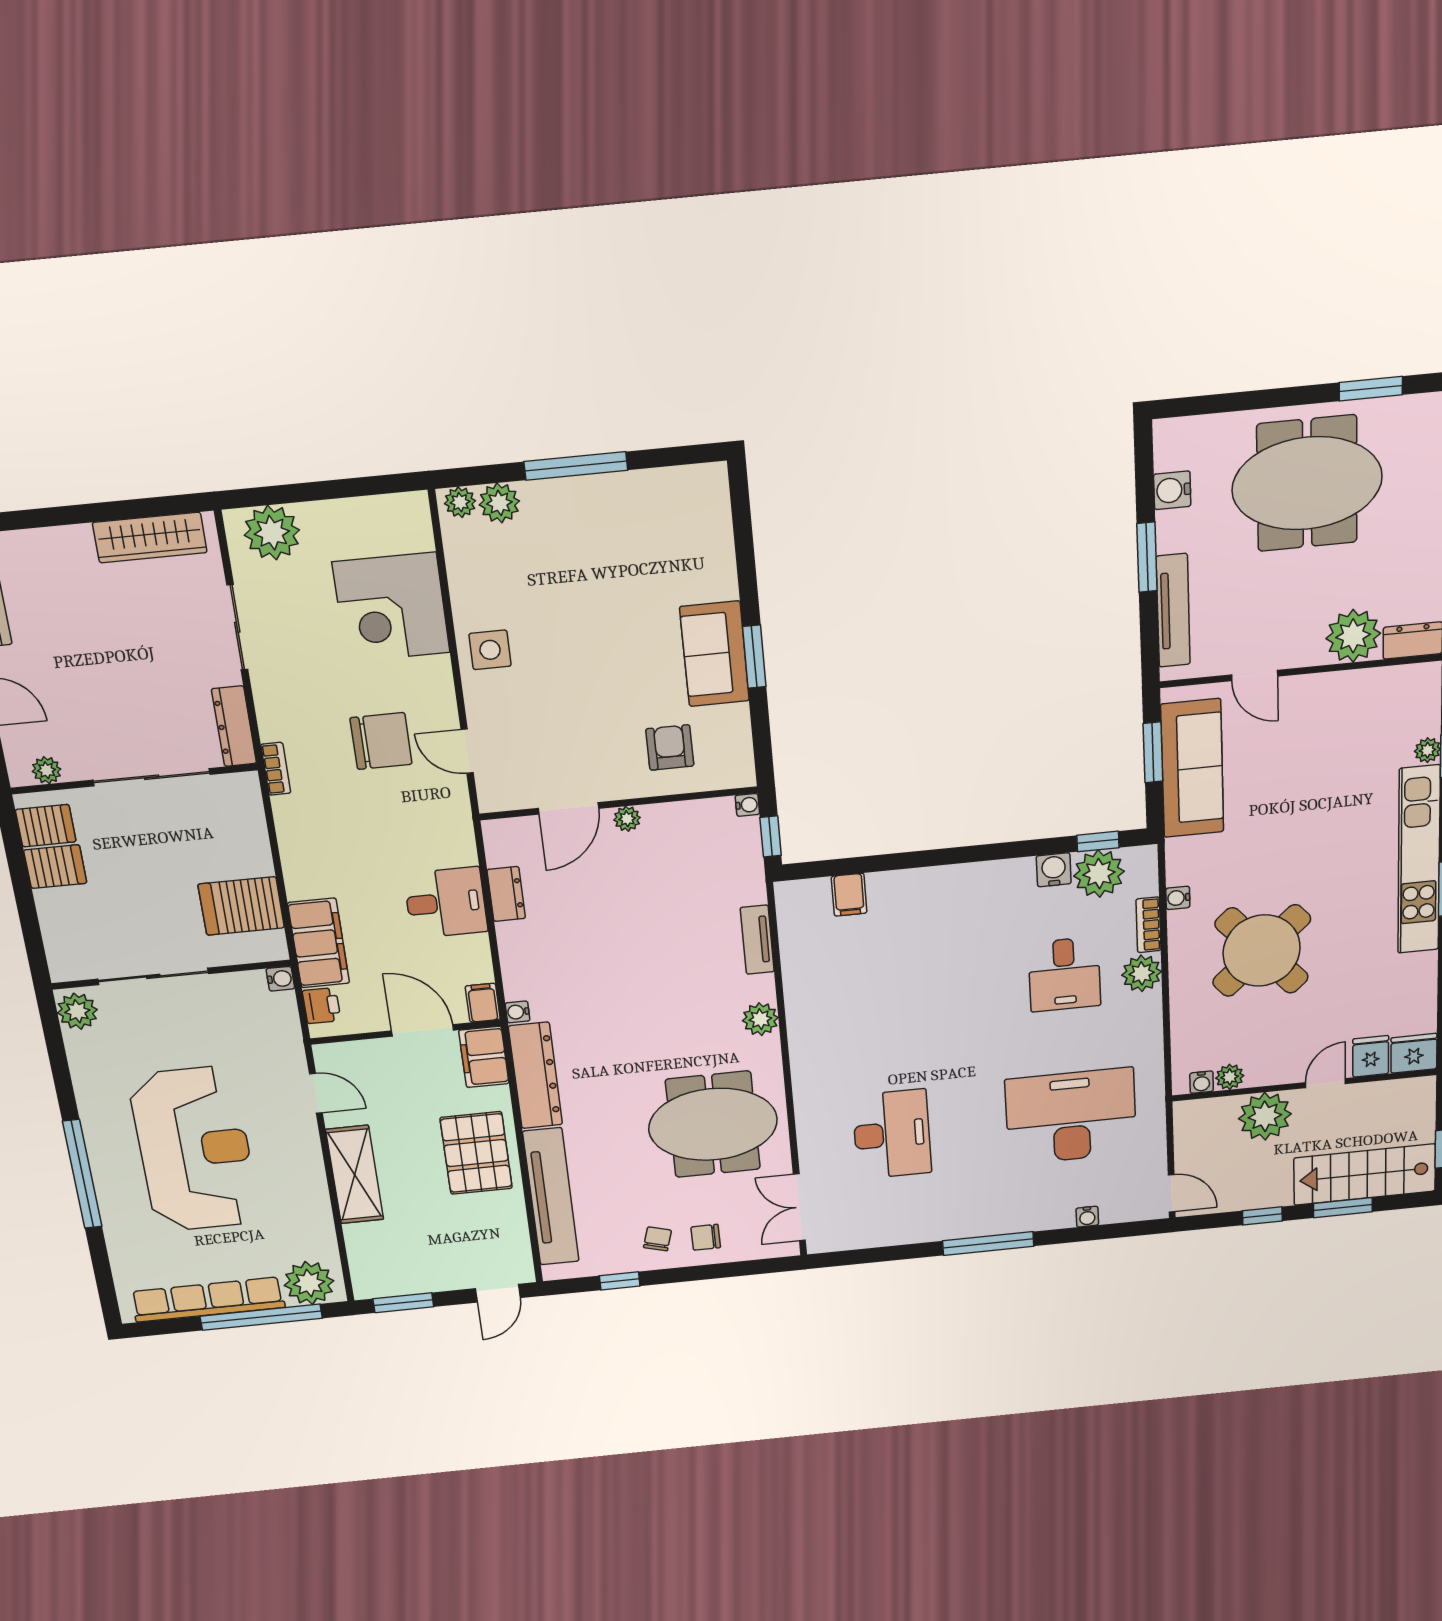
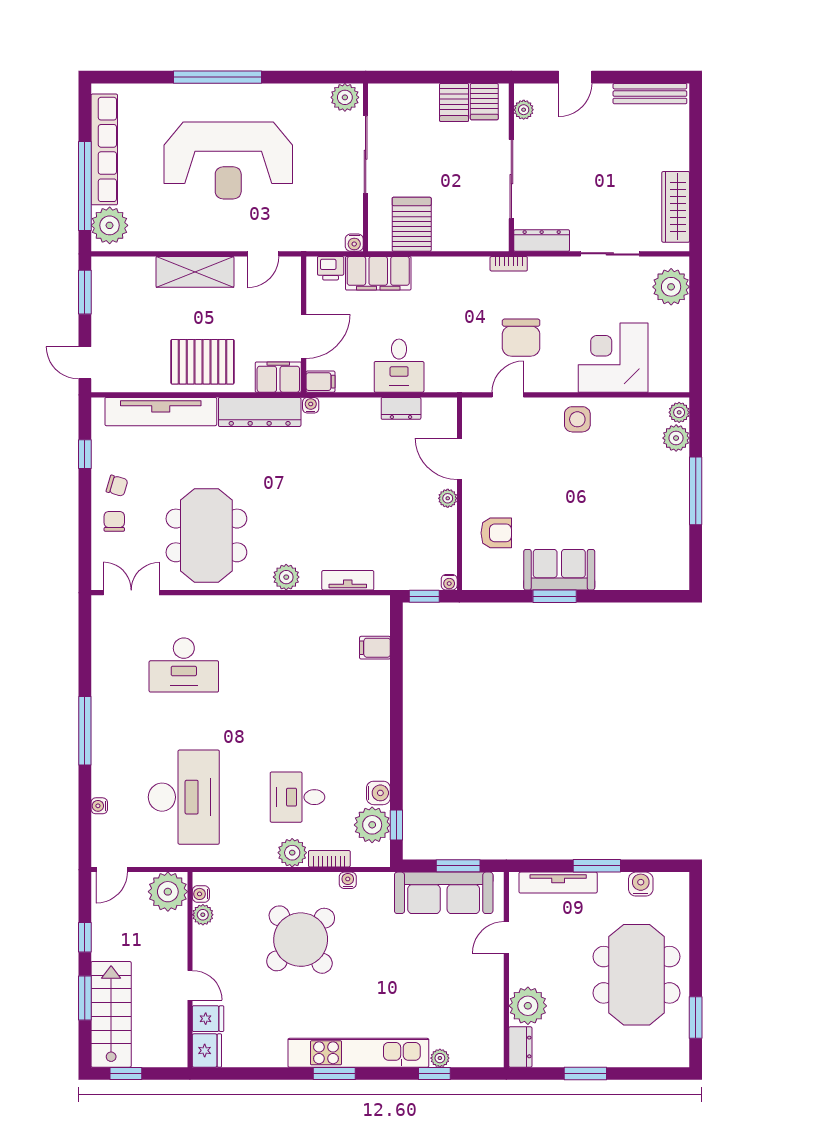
plant: (1265, 1116) -> (168, 892), moved

